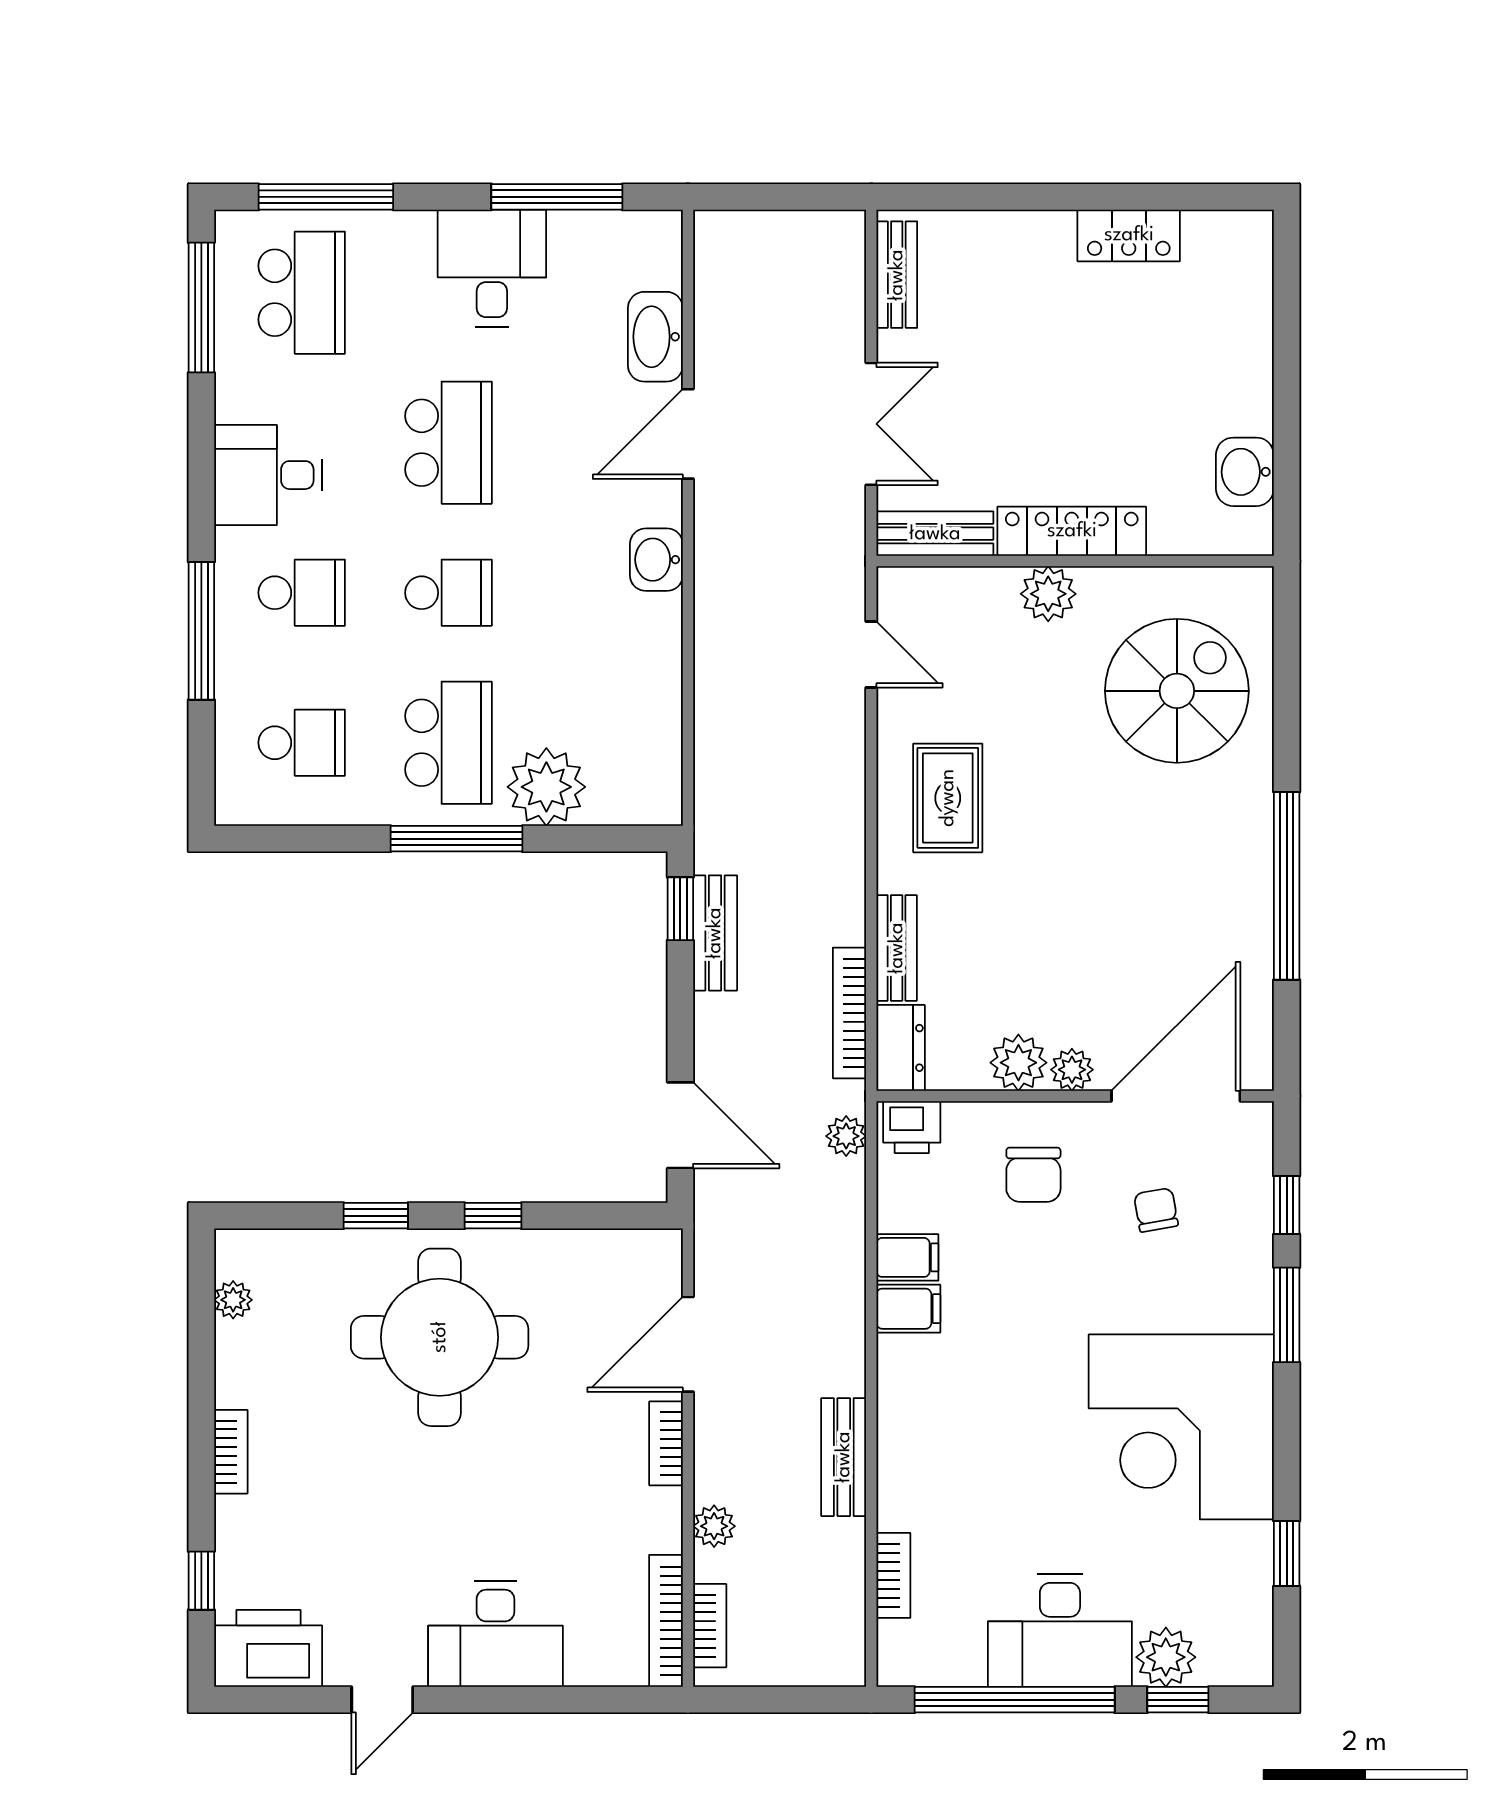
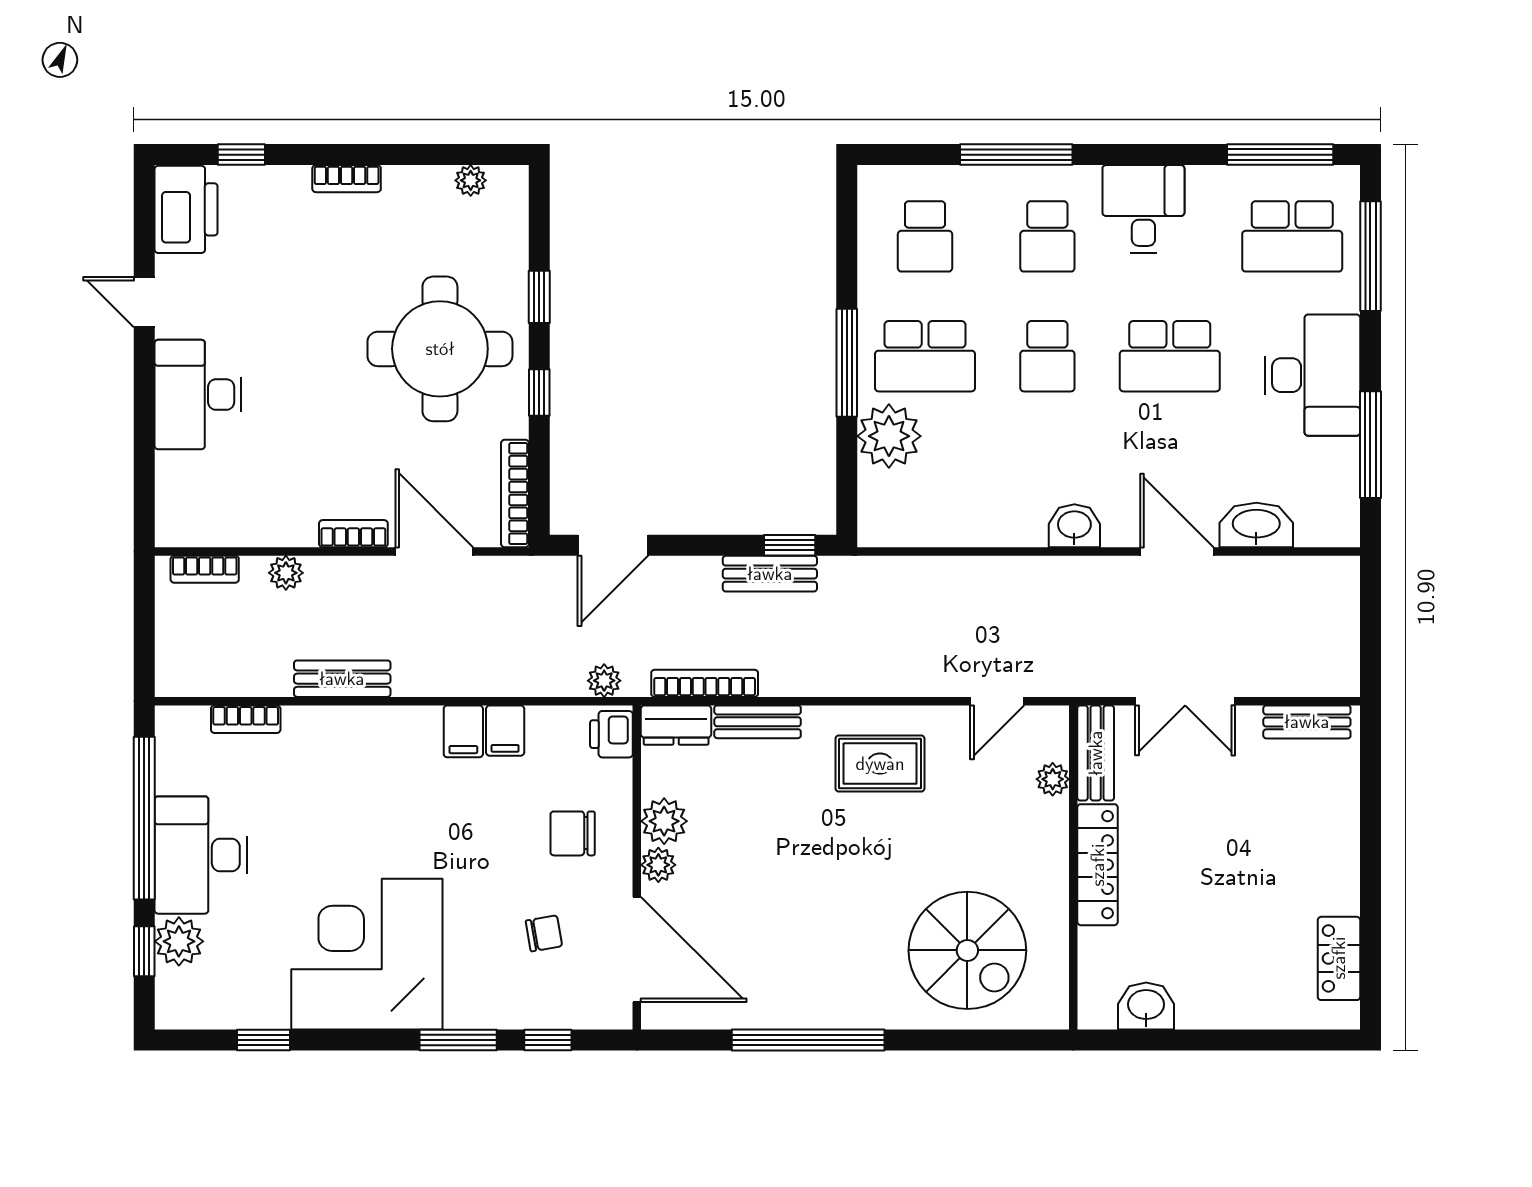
locker: (1129, 235) -> (1339, 958), moved
desk: (492, 268) -> (1312, 375), width x1.37
plant: (1048, 594) -> (1053, 779), moved, width x0.73, depth x0.73
bookcase: (666, 1621) -> (515, 493), moved, turned -90

